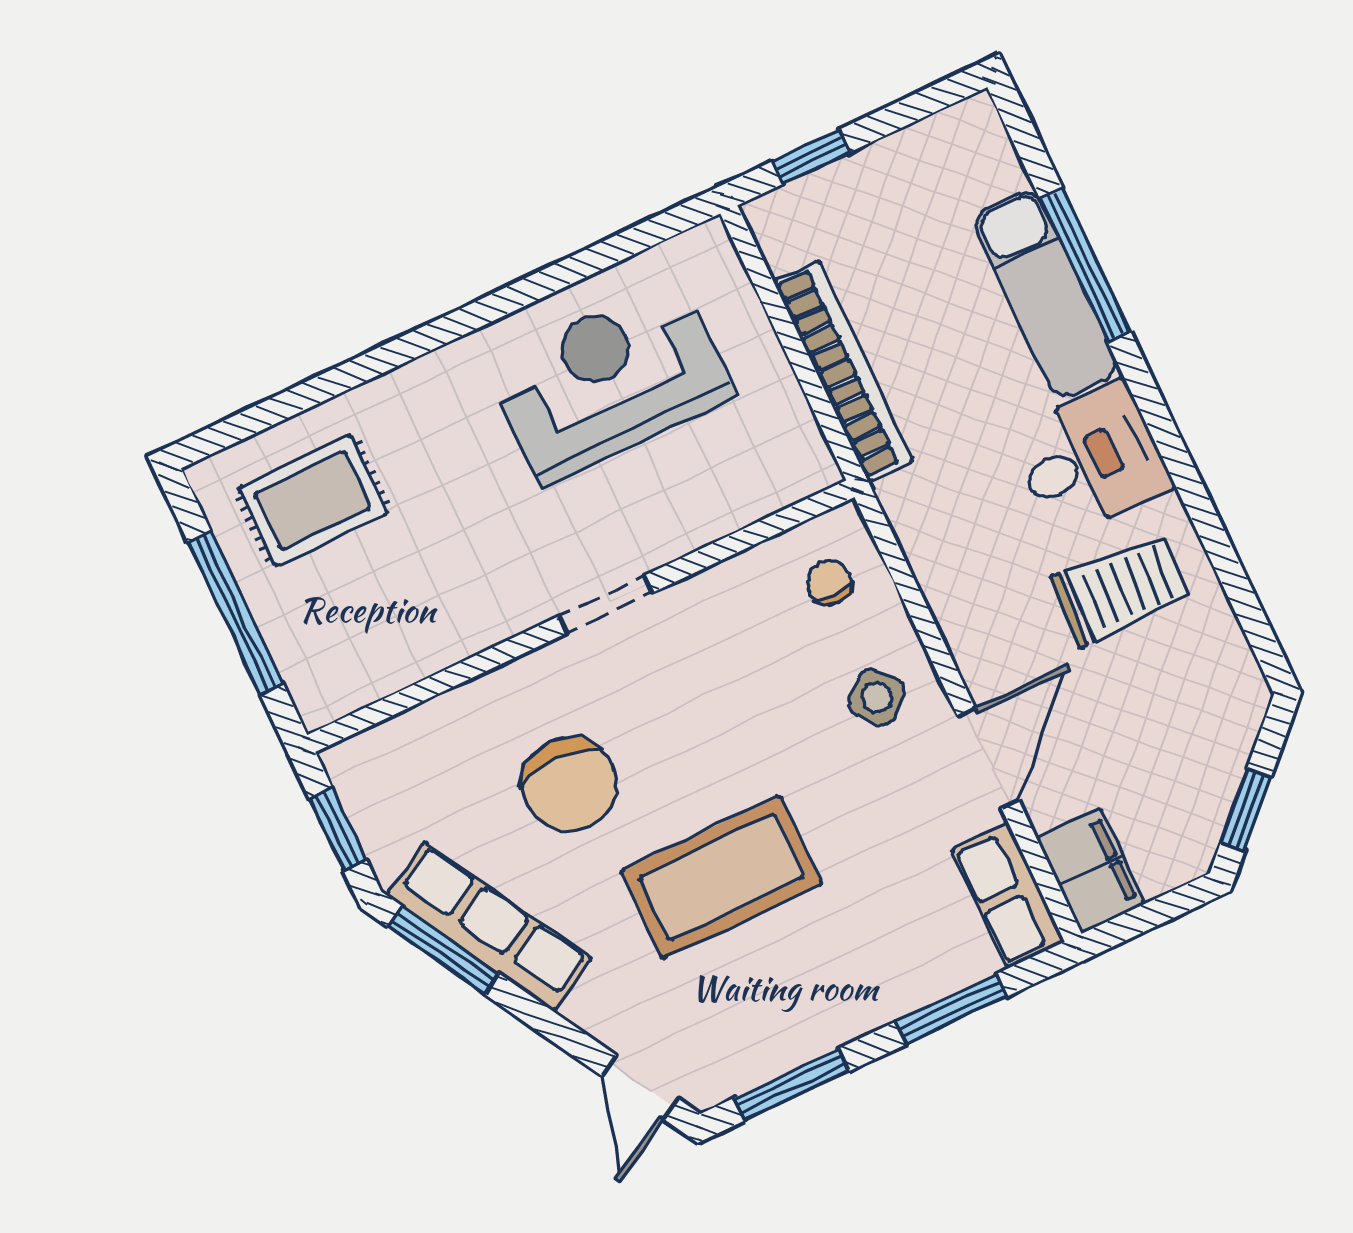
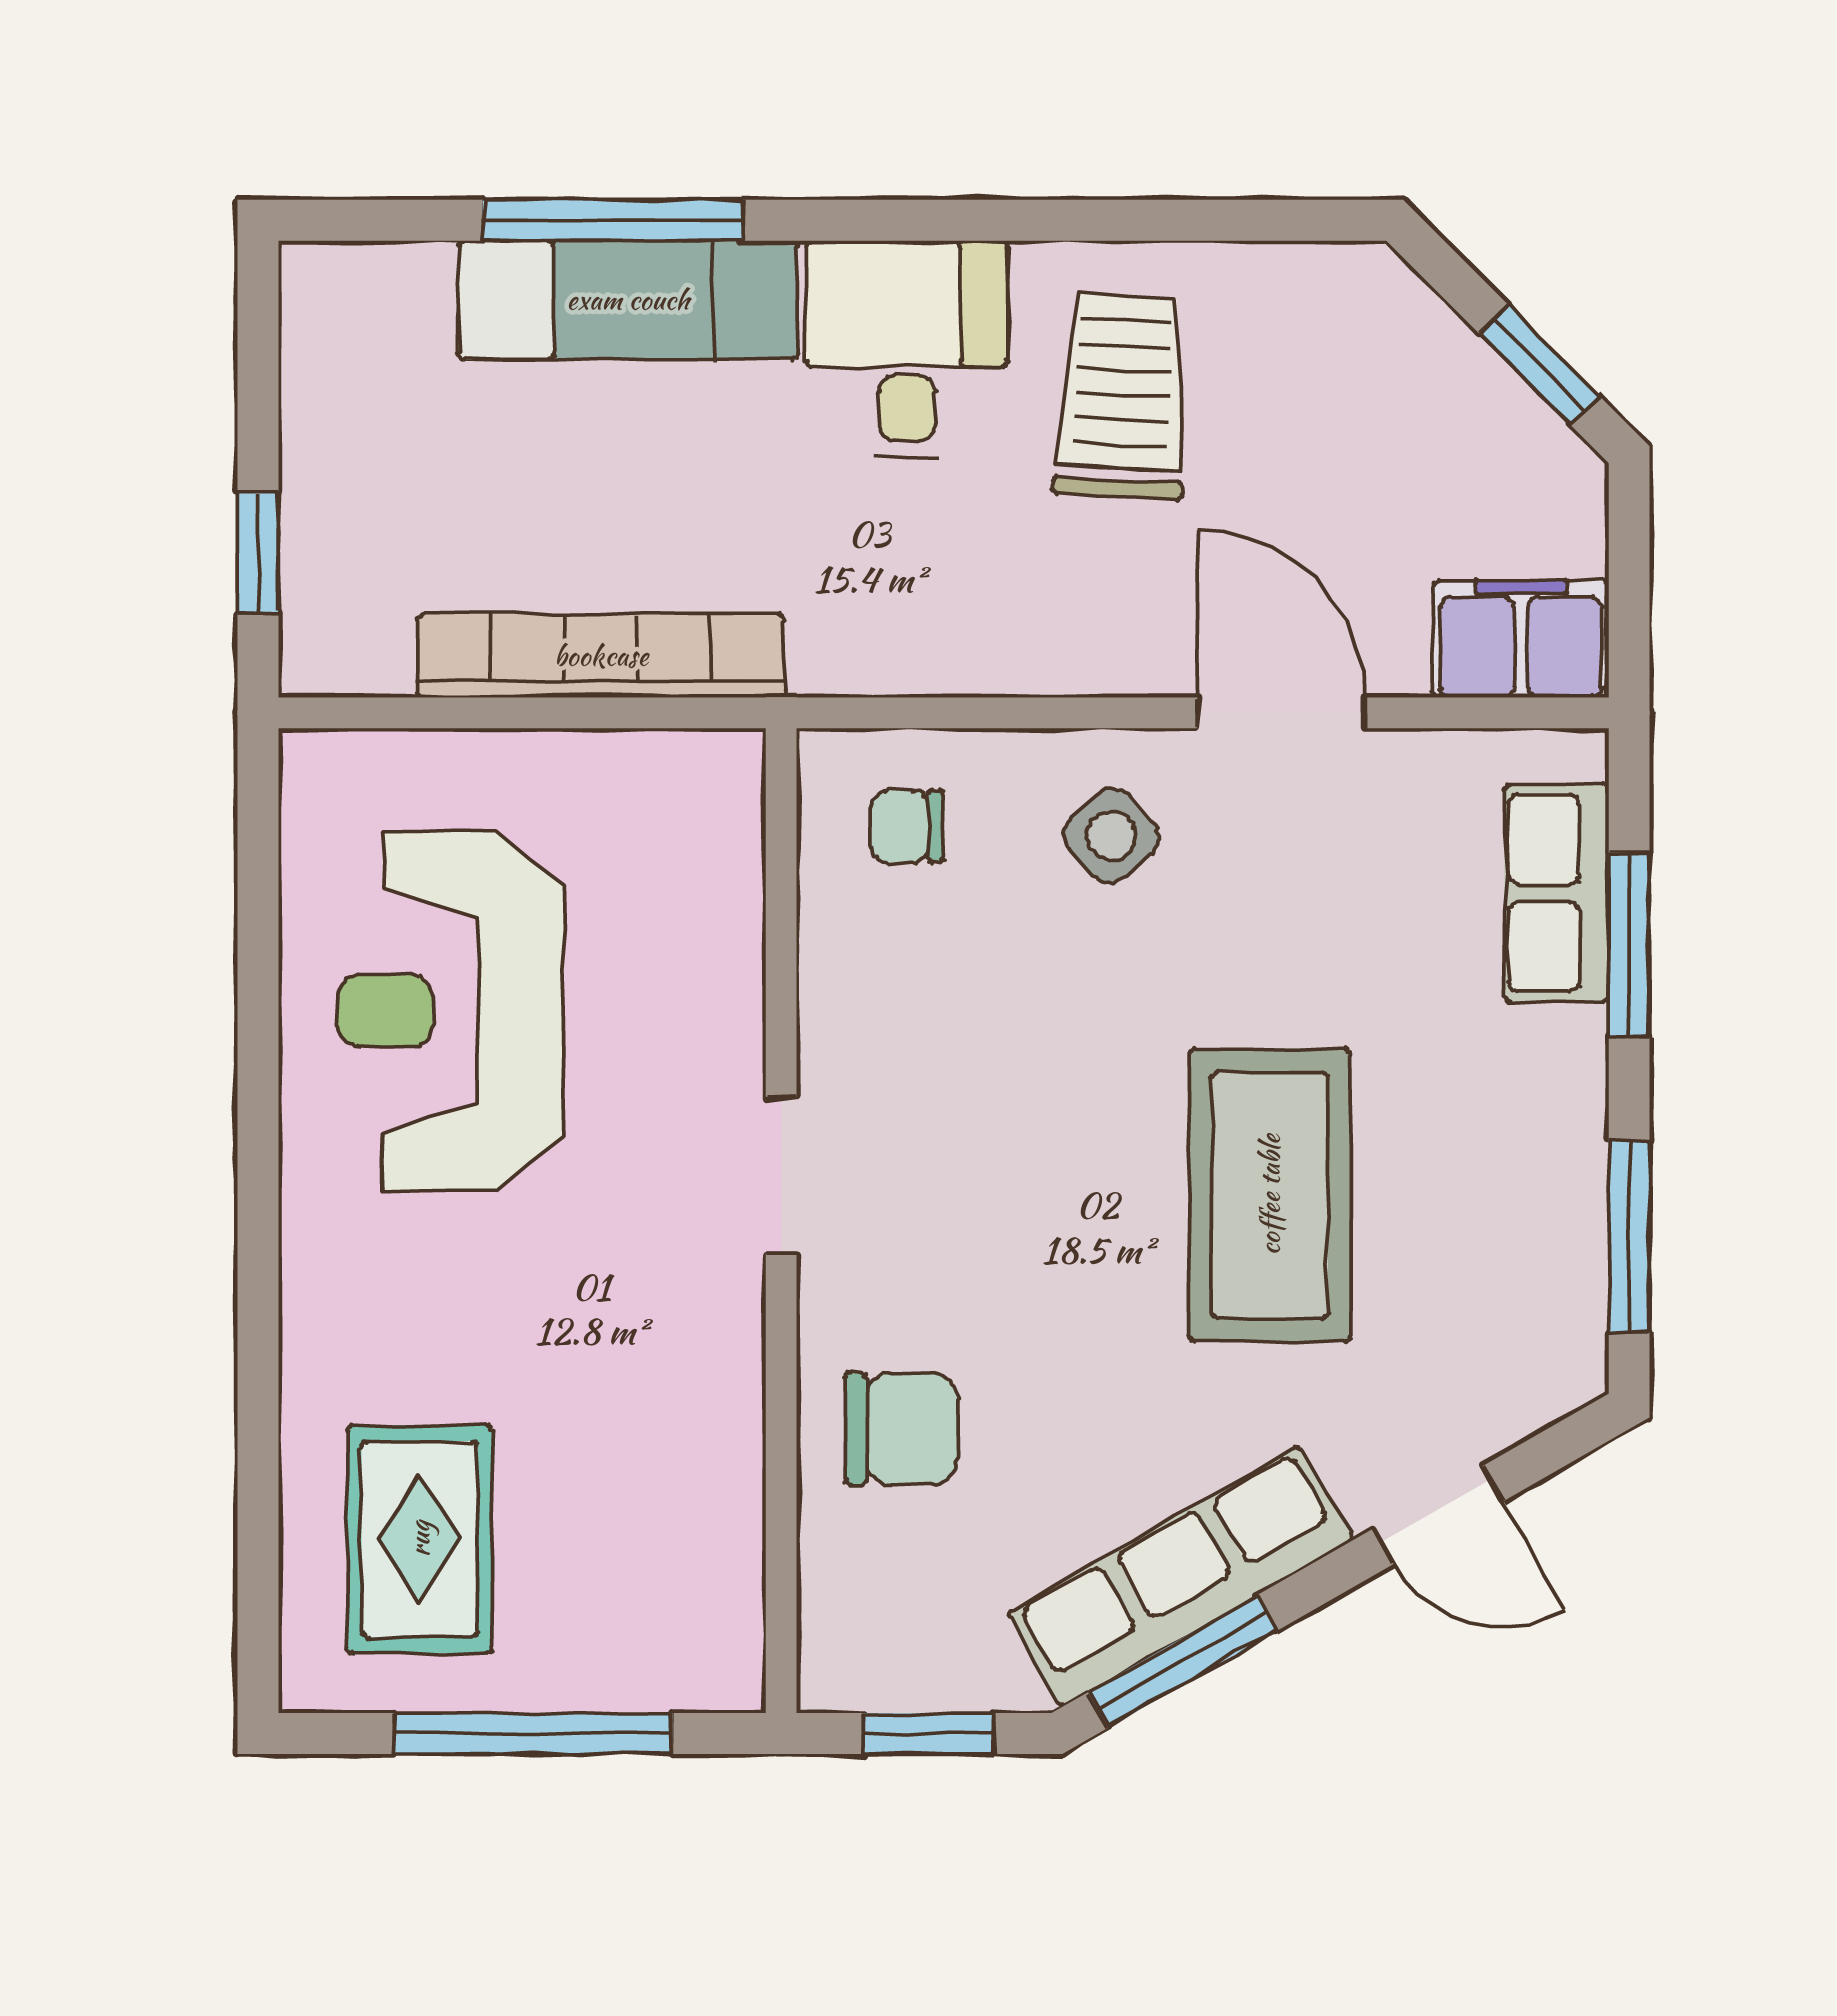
chair: (569, 784) -> (901, 1429), moved, width x0.73, depth x0.73
row of seats: (1008, 896) -> (1557, 893), moved, turned 90
door: (640, 1087) -> (1438, 1515), moved

